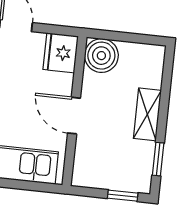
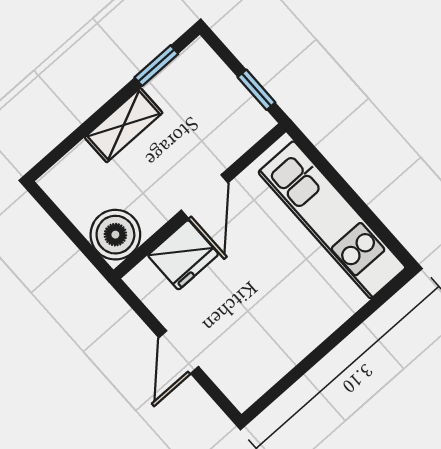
fridge: (61, 53) -> (183, 255), moved
window: (123, 196) -> (256, 90), moved

